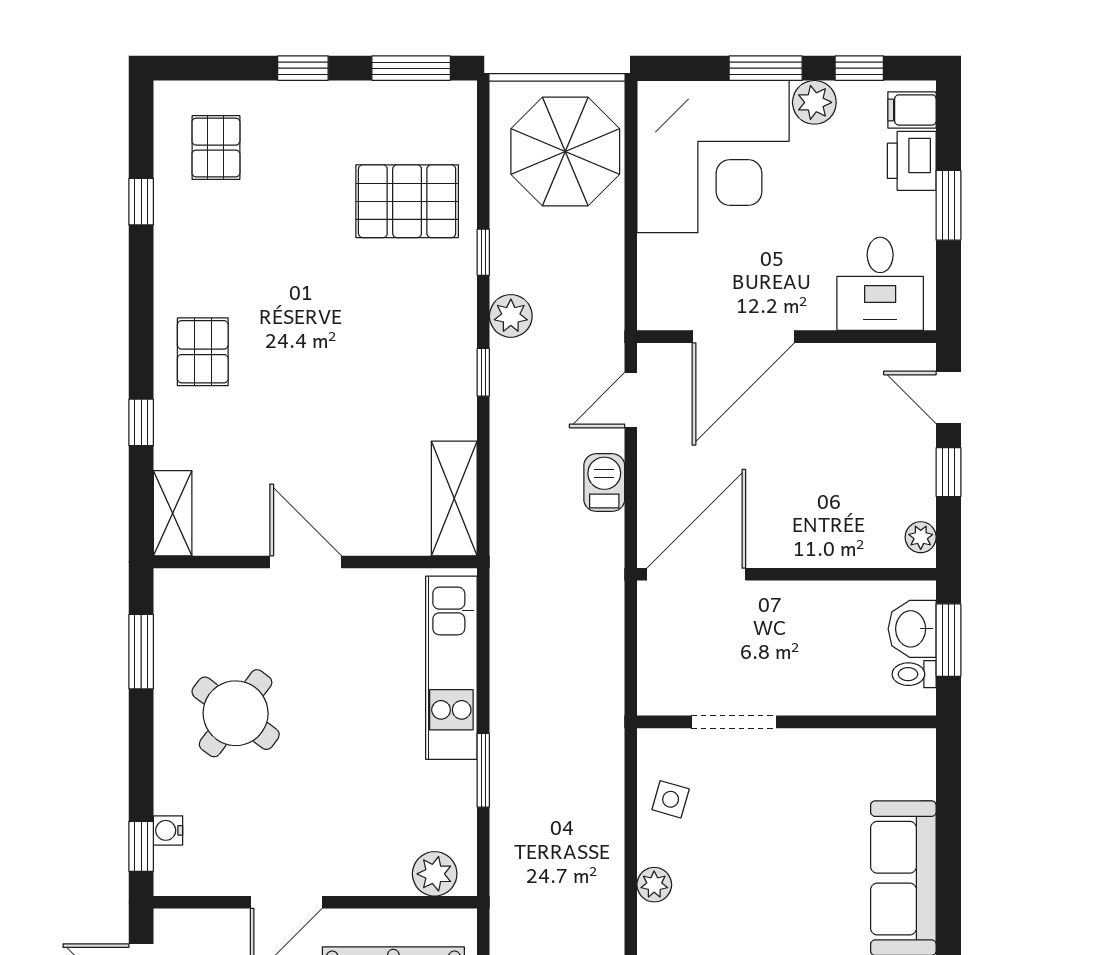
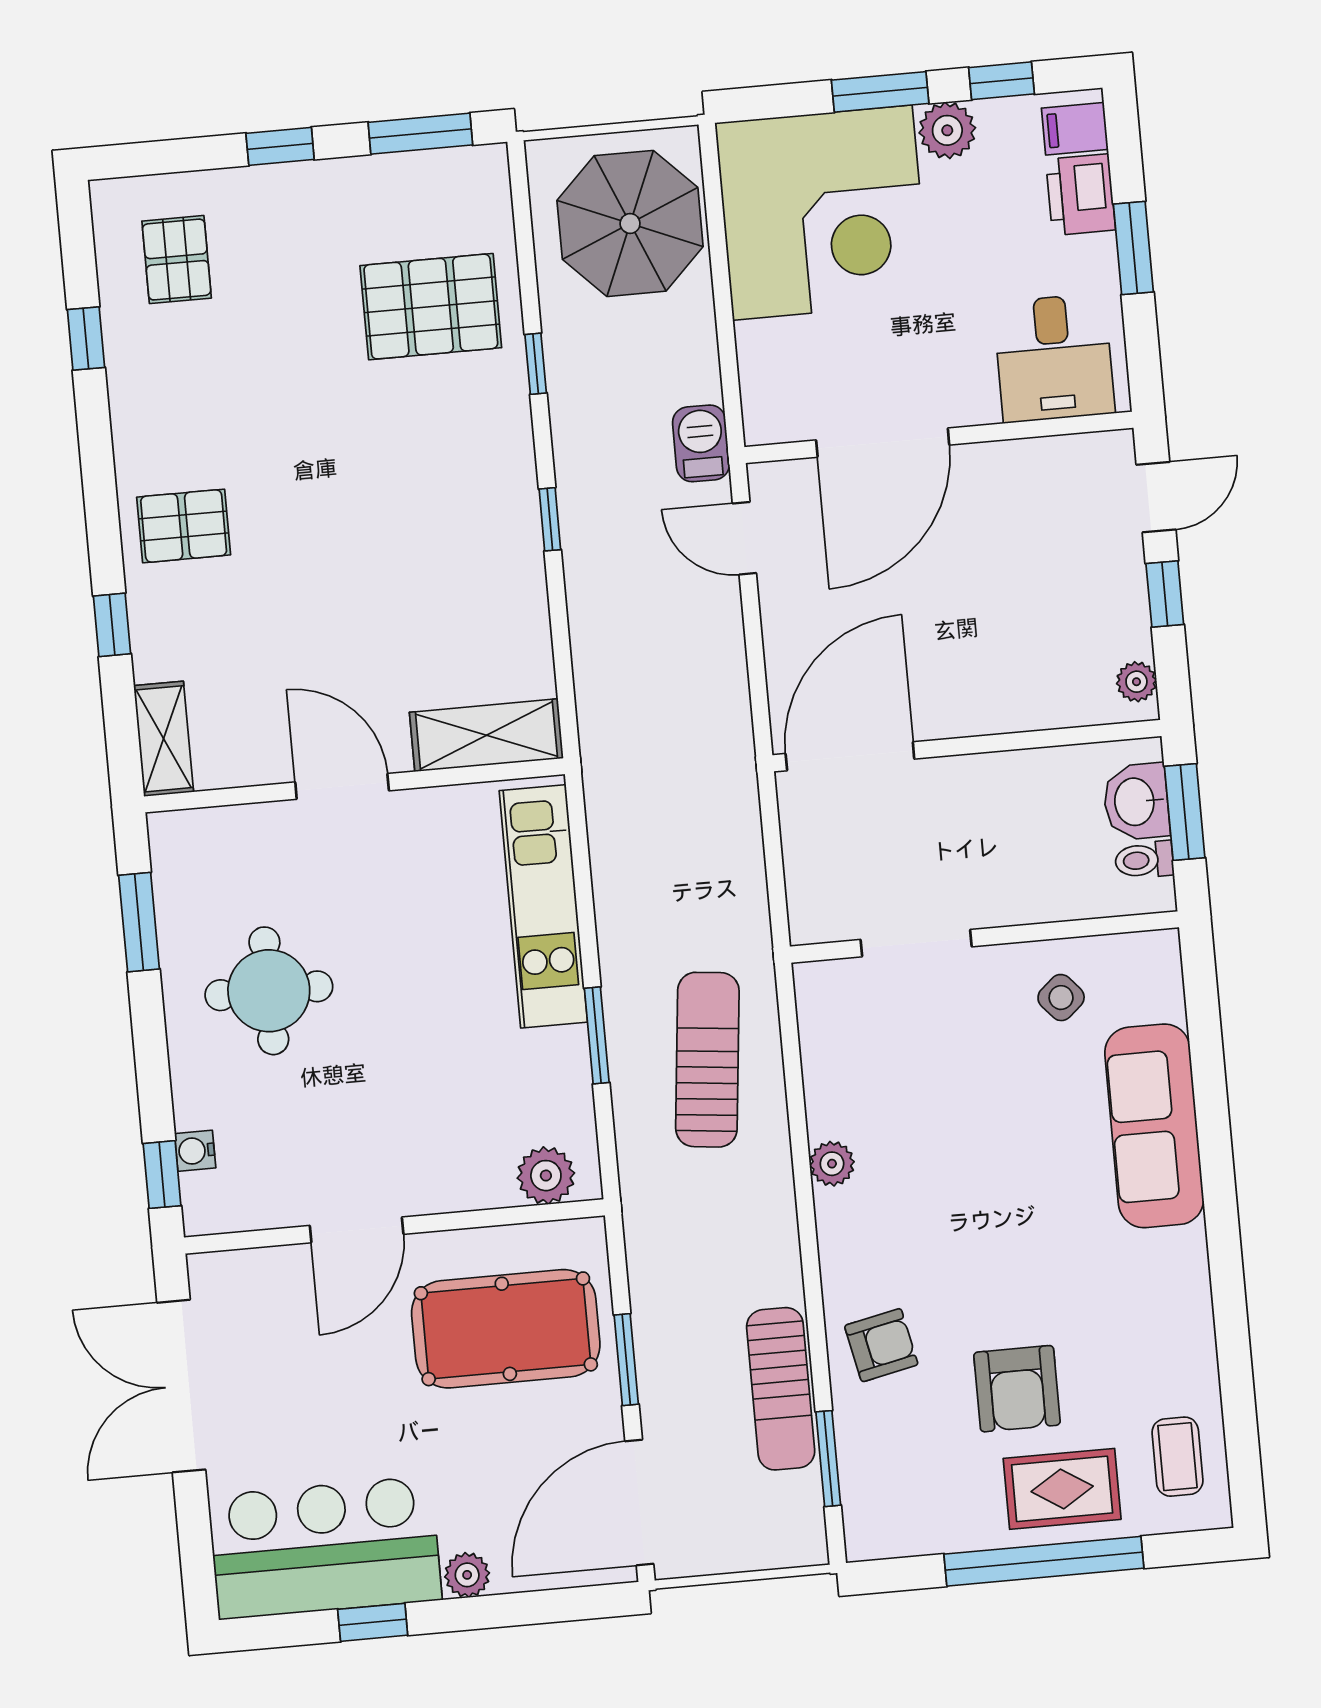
plant: (511, 316) -> (579, 443), removed
pallet: (203, 352) -> (184, 526), turned 90
door: (948, 397) -> (1156, 497), swing flipped
door: (631, 400) -> (744, 538), hinge flipped
barbecue: (604, 483) -> (701, 443), moved
shelving: (454, 499) -> (486, 735), moved, turned 90
round table: (236, 713) -> (269, 991), turned -37
sun lounger: (566, 796) -> (707, 1060), added
side table: (671, 799) -> (1061, 998), moved, turned 33

